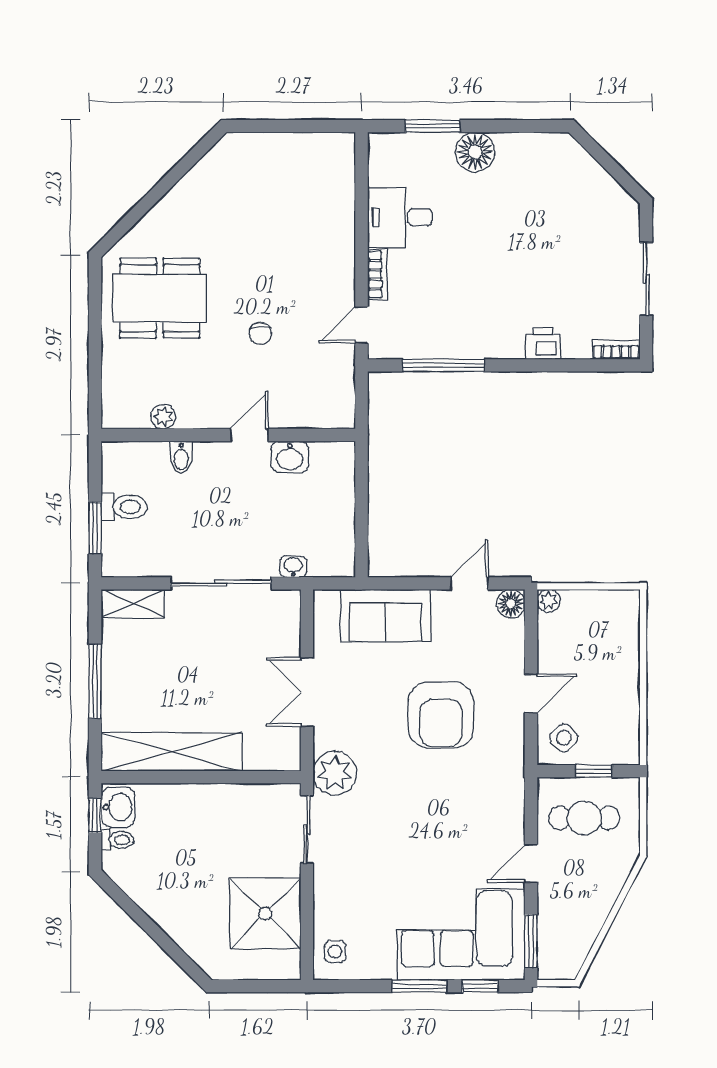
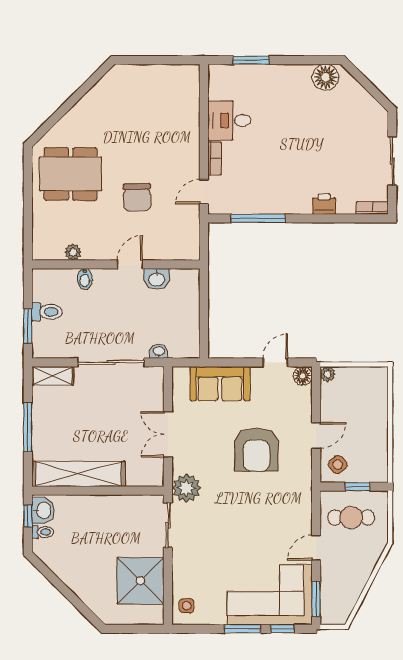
floor lamp: (475, 152) -> (326, 77), moved
chair: (260, 334) -> (137, 197), width x1.87, depth x1.87

